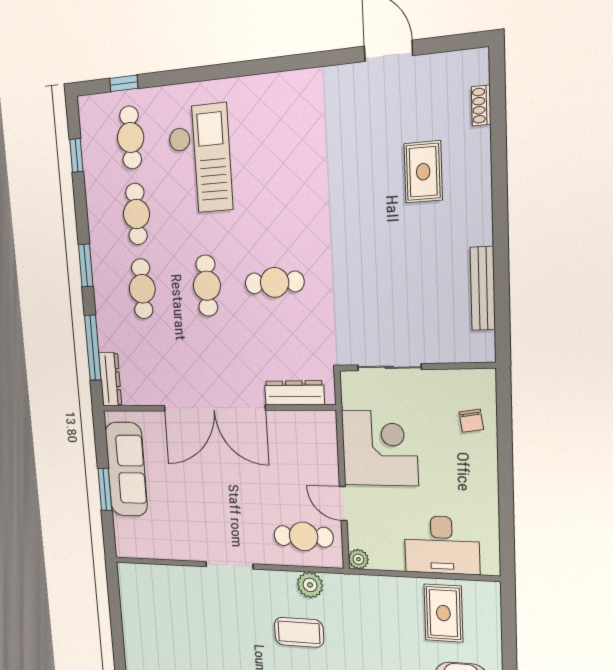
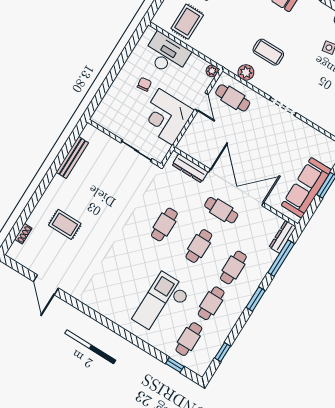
rug: (423, 172) -> (65, 224), turned 90
cafe table: (275, 282) -> (164, 225), turned 90
cafe table: (212, 360) -> (221, 210), added
chair: (471, 421) -> (144, 84), moved

